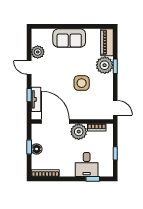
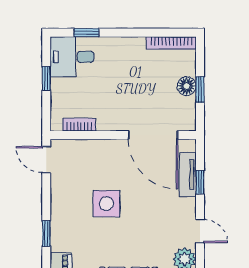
plant: (105, 65) -> (65, 235), removed
plant: (79, 132) -> (111, 117), removed
desk: (87, 165) -> (72, 57), moved, turned -90

